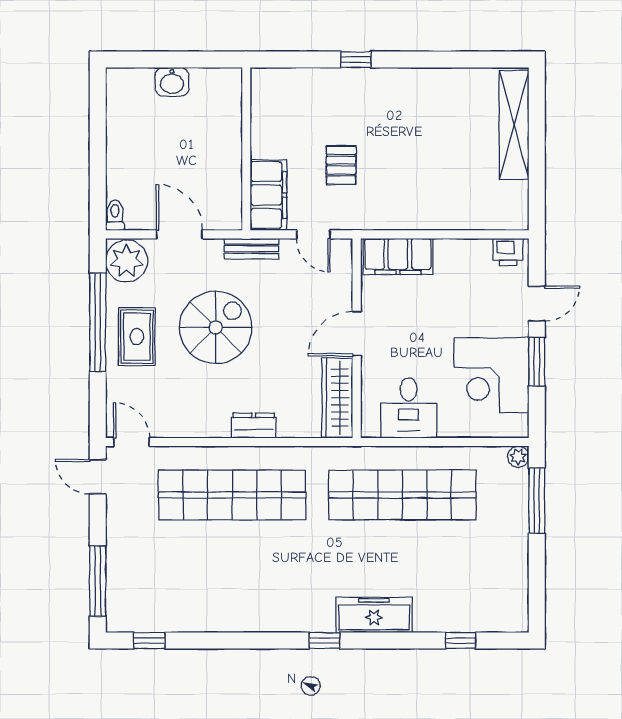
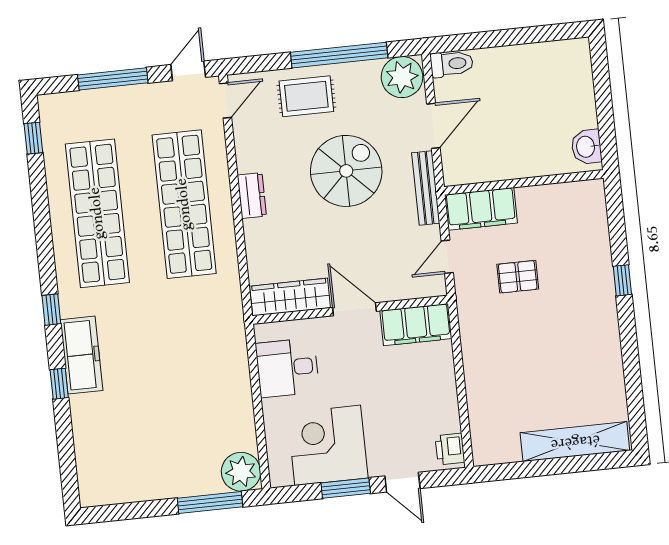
washbasin: (172, 82) -> (586, 147), moved
toilet: (115, 215) -> (452, 64), width x1.37, depth x1.39
bench: (251, 249) -> (426, 188), width x1.36
filing cabinet: (398, 256) -> (416, 325), moved, turned -90
spiral stairs: (216, 327) -> (346, 171), turned -90
rug: (137, 337) -> (306, 96), moved
dresser: (254, 426) -> (252, 196), moved
plant: (518, 457) -> (241, 472), width x1.88, depth x1.88
shop shelf: (402, 495) -> (97, 213), moved
window: (98, 581) -> (113, 79), moved
window: (461, 641) -> (59, 384), moved

